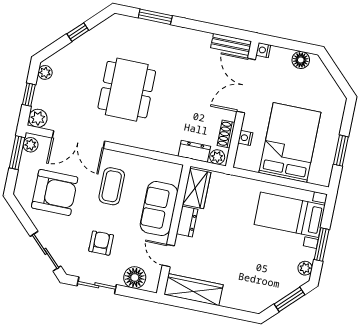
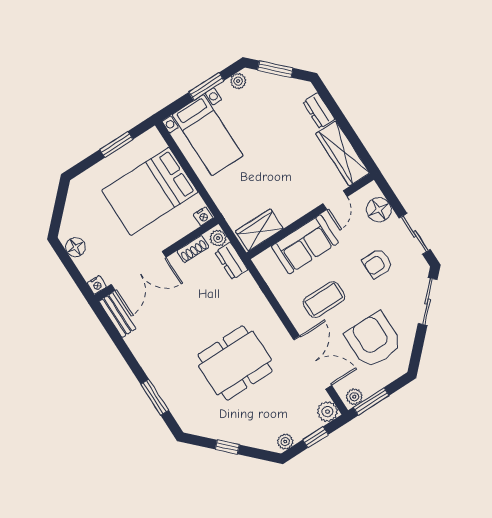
nightstand: (245, 138) -> (203, 216), moved
dresser: (187, 222) -> (319, 111), moved, turned -90

